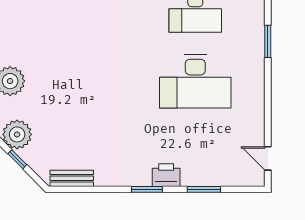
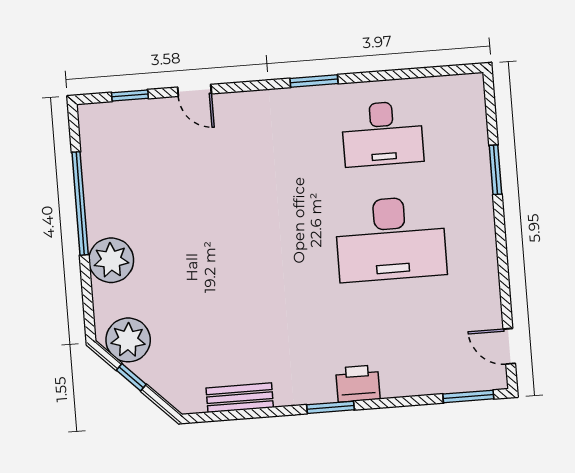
bench: (72, 178) -> (240, 398), moved
window: (204, 189) -> (468, 396), moved

